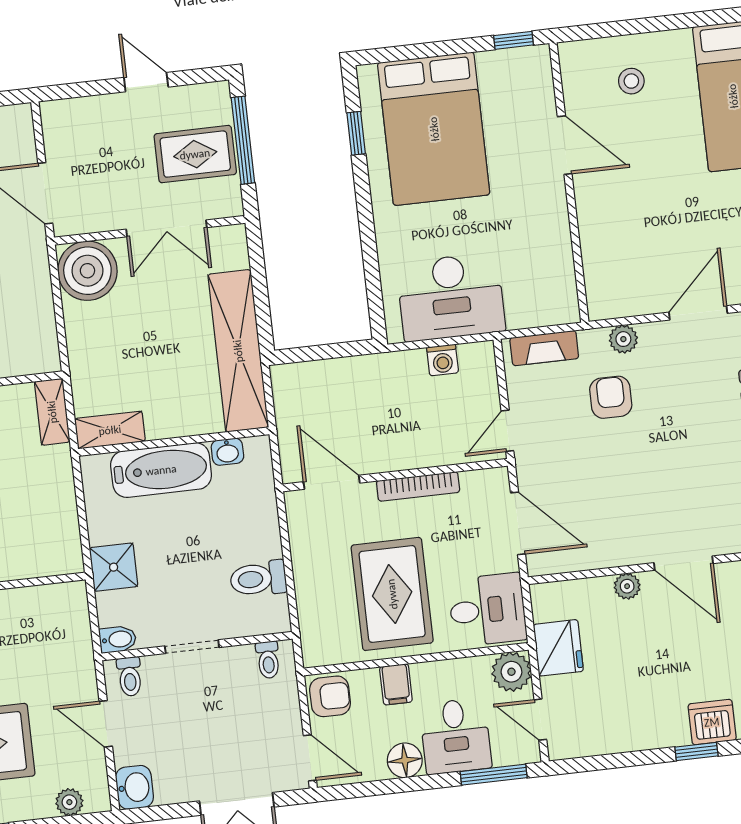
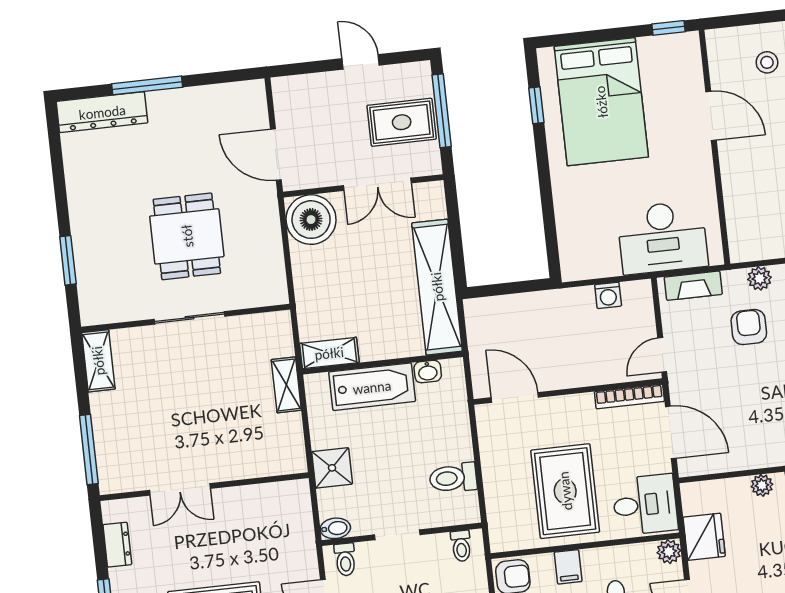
desk: (451, 297) -> (662, 237), moved
shelving: (52, 412) -> (286, 385), moved
bookcase: (418, 486) -> (629, 397), moved
plant: (511, 672) -> (669, 552), width x0.73, depth x0.73

